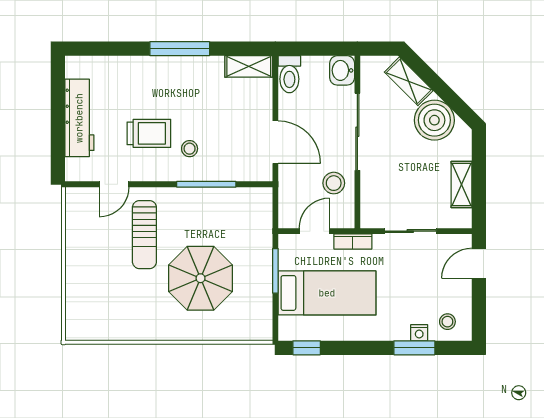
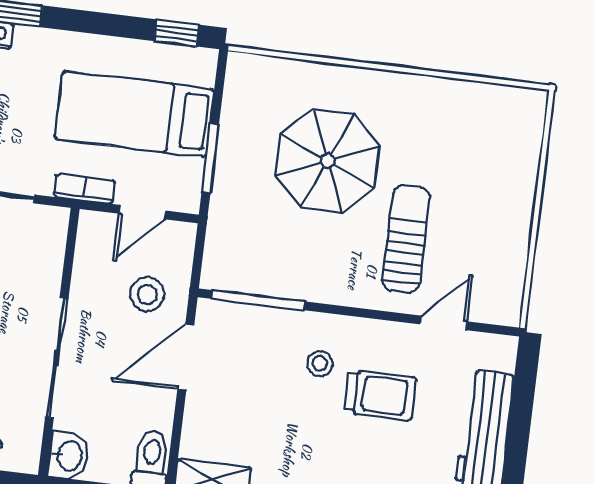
trolley: (149, 133) -> (380, 395), turned 180
door: (275, 142) -> (186, 357), hinge flipped
stool: (334, 183) -> (147, 294), moved
window: (206, 184) -> (258, 300), moved

